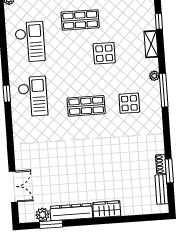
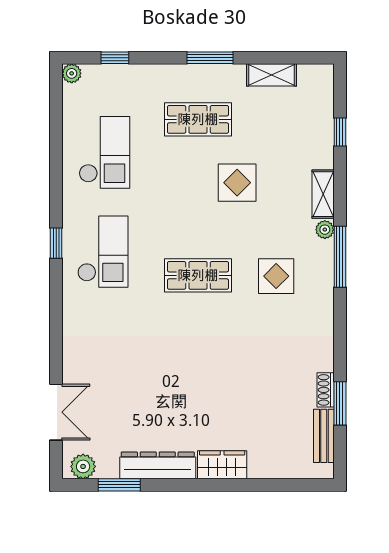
shelving: (151, 44) -> (323, 194), moved
plant: (43, 215) -> (83, 466), moved

